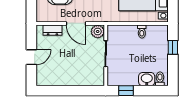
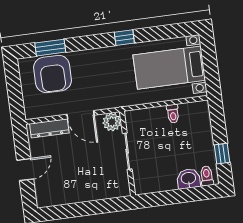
dresser: (52, 30) -> (49, 128), width x1.44
window: (173, 47) -> (222, 154), moved
window: (126, 91) -> (162, 198), removed

